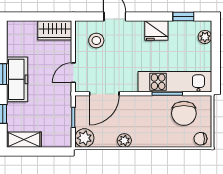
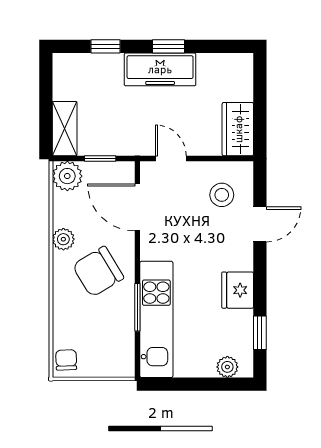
chair: (184, 113) -> (98, 272), moved, turned -31
shelving: (24, 140) -> (65, 129), moved

